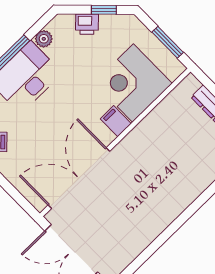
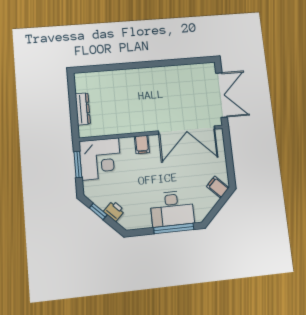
plant: (44, 39) -> (145, 222), removed
corner desk: (133, 83) -> (100, 159), moved

